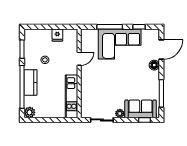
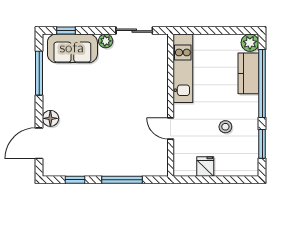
corner sofa: (120, 44) -> (106, 152), removed
door: (79, 59) -> (171, 129), hinge flipped
kitchen counter: (31, 82) -> (248, 73), moved

